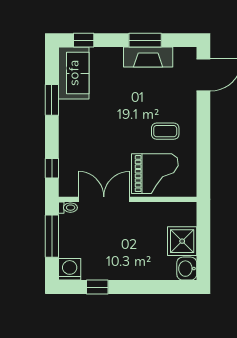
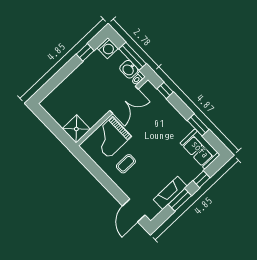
window: (84, 40) -> (202, 179), moved
shower: (182, 241) -> (76, 129), moved
washbasin: (187, 269) -> (129, 69), moved, turned 180

